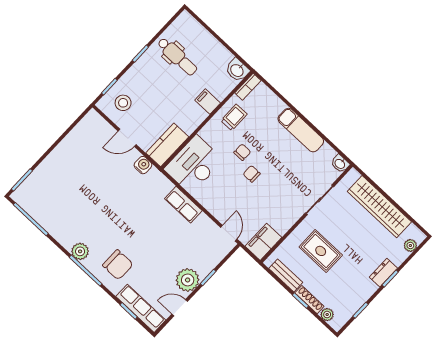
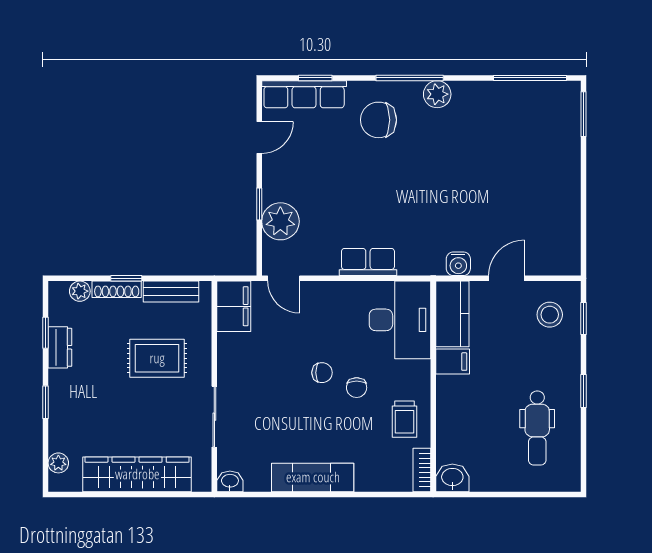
dental chair: (177, 57) -> (537, 428), turned -90
filing cabinet: (208, 102) -> (453, 362), moved
dresser: (383, 273) -> (60, 347), moved
plant: (188, 280) -> (280, 221), moved

